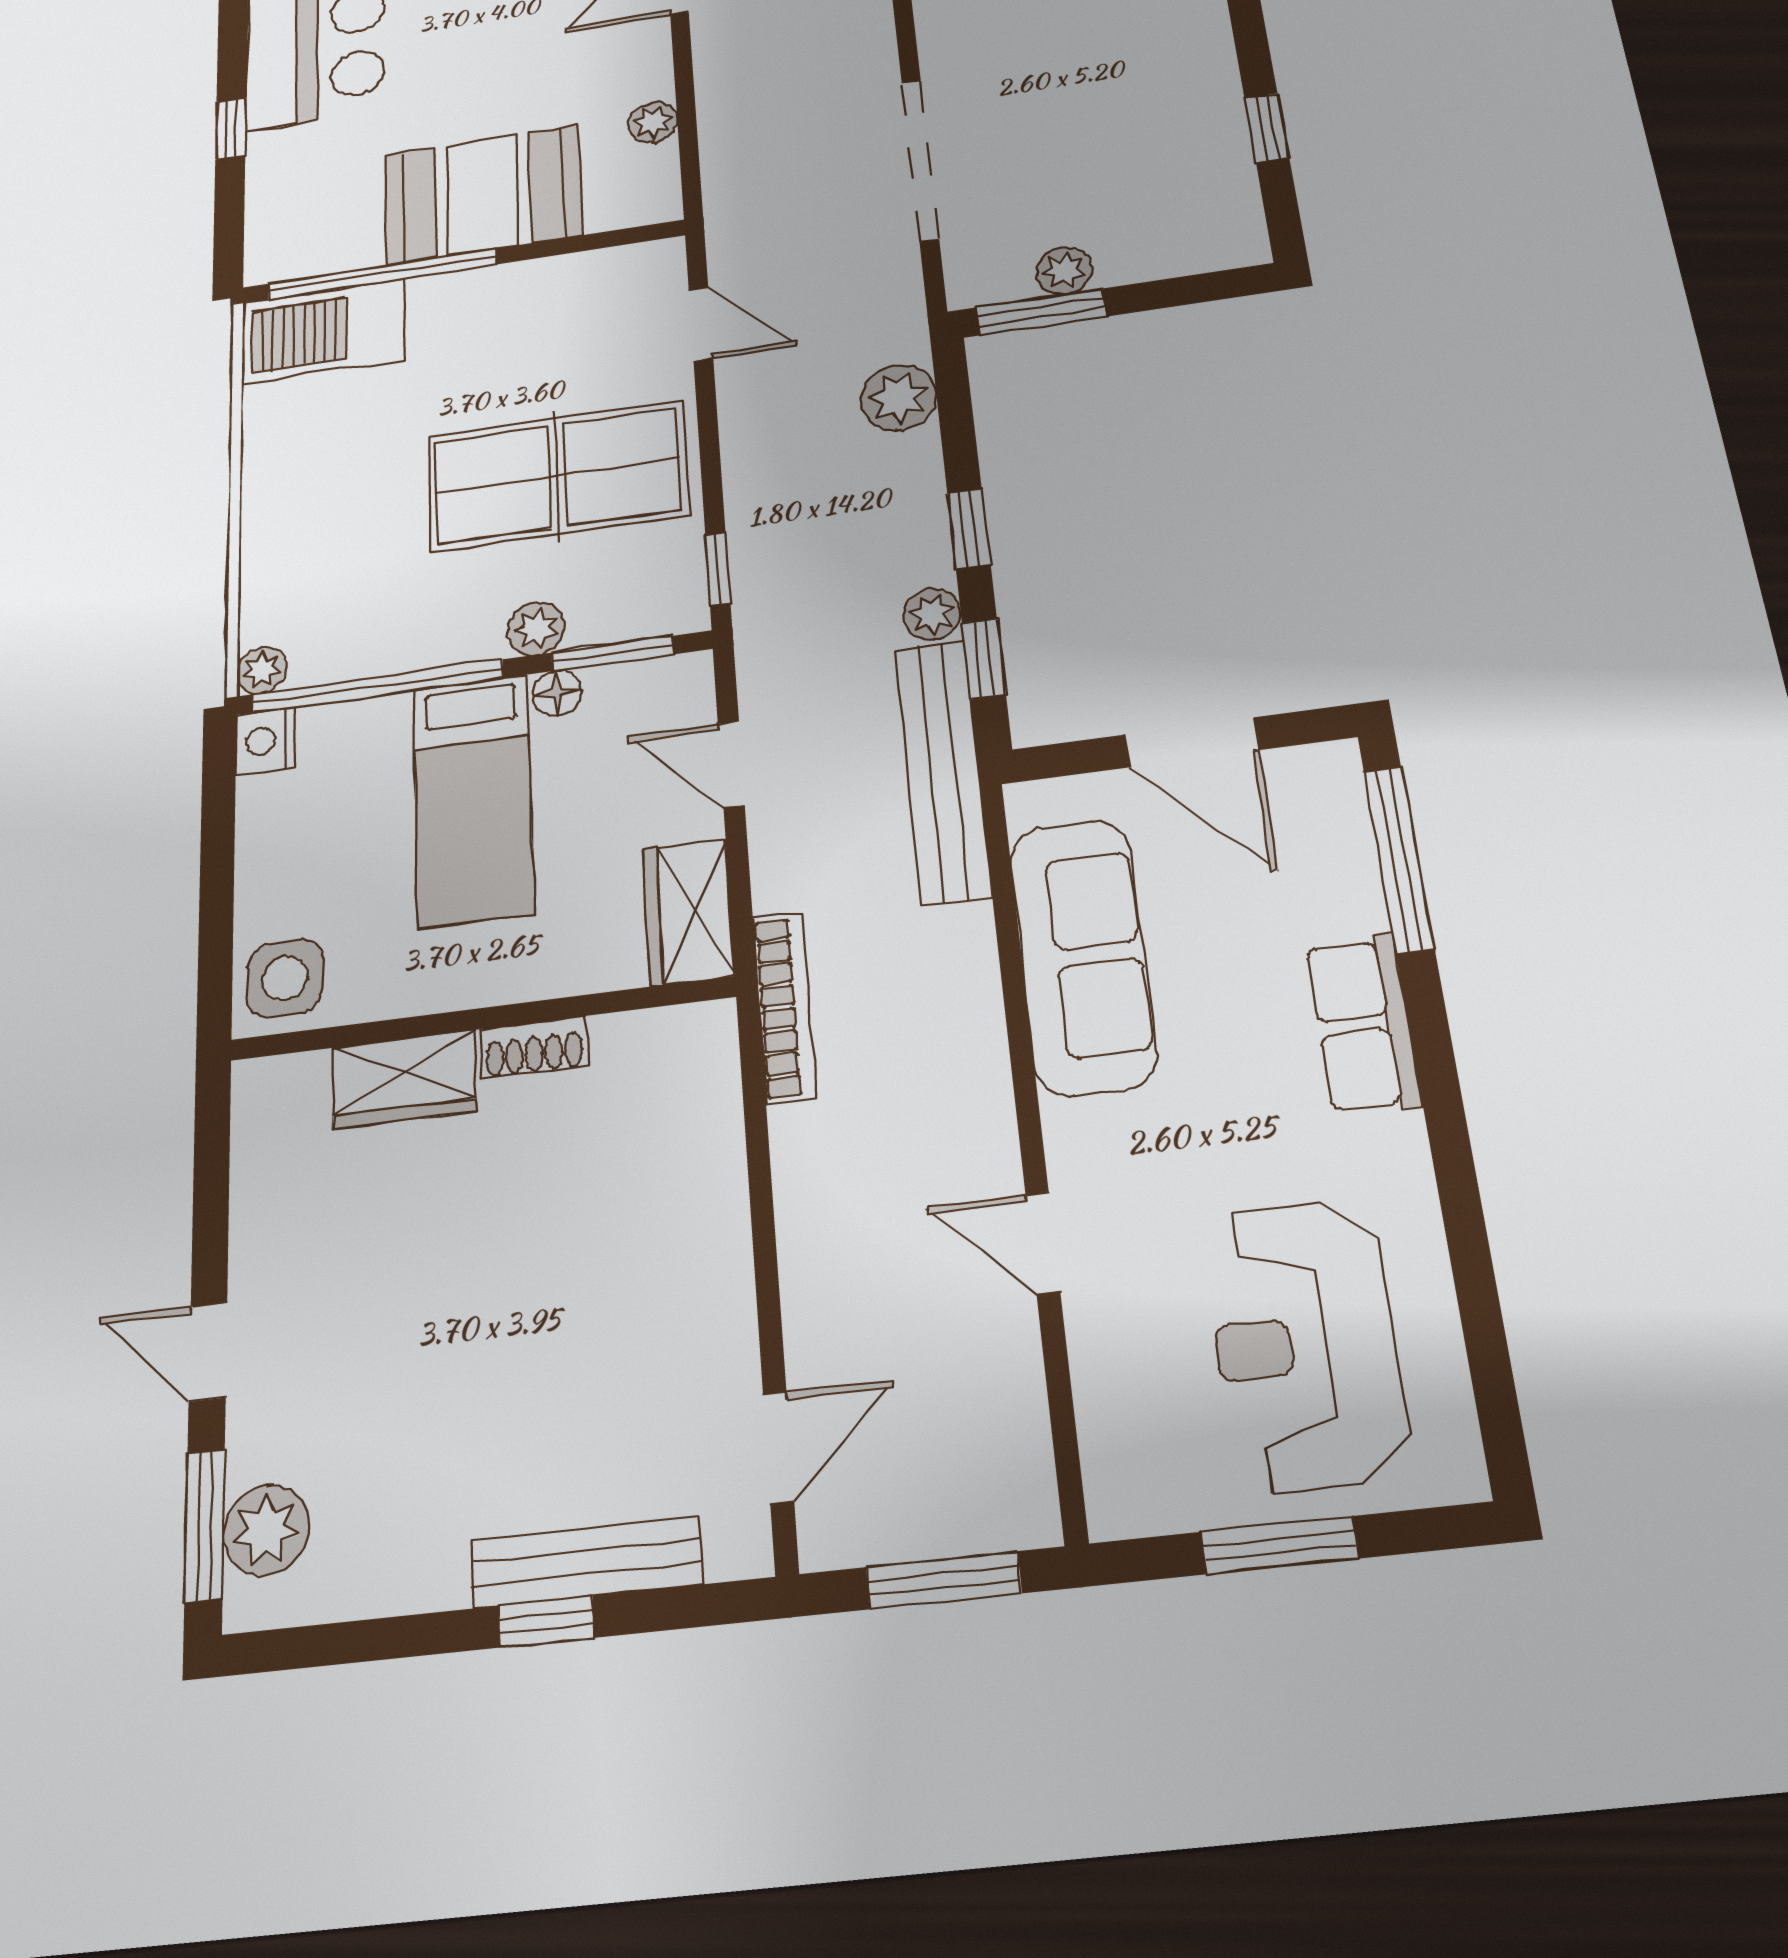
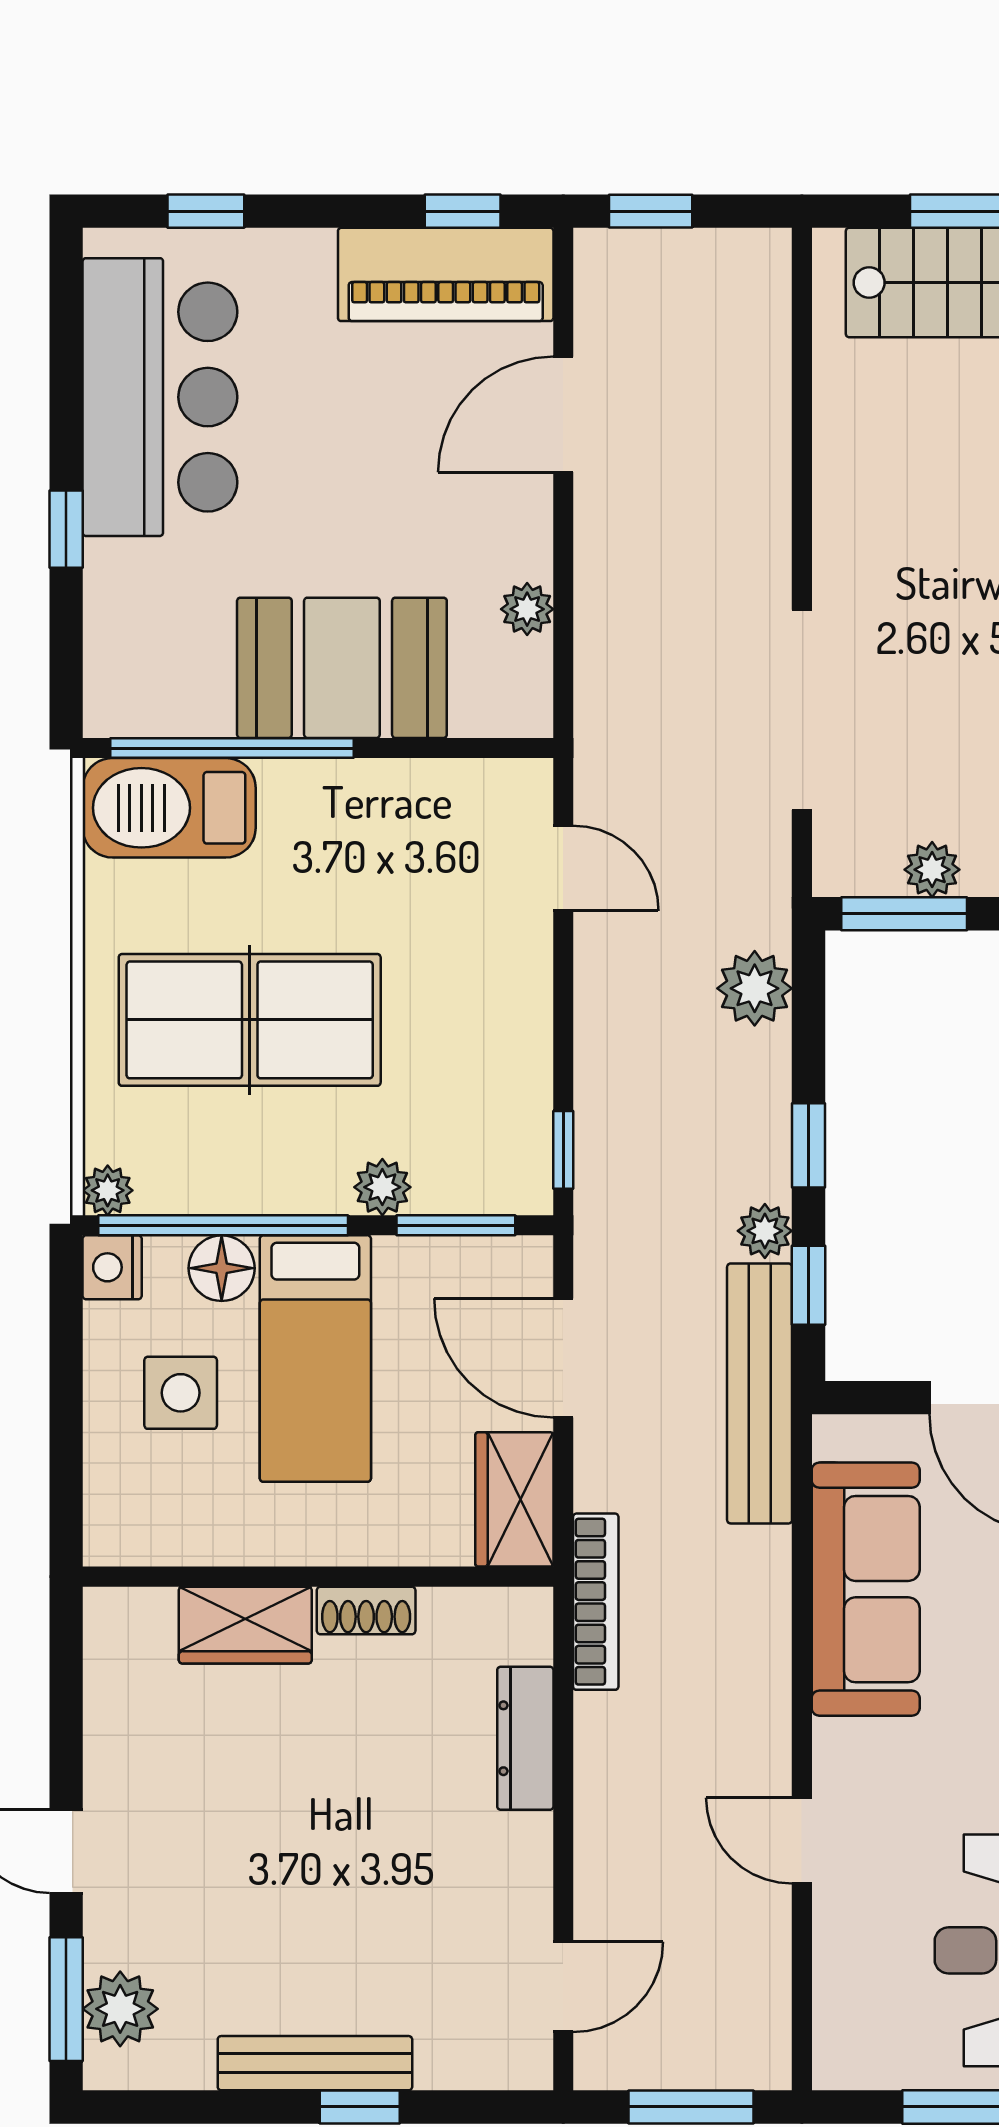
table tennis table: (557, 476) -> (250, 1020), moved
floor lamp: (557, 693) -> (222, 1268), moved, width x1.37, depth x1.37
door: (731, 764) -> (563, 1358), width x1.38
side table: (285, 978) -> (181, 1393), moved
dresser: (716, 1164) -> (525, 1738), added
bench: (586, 1562) -> (315, 2063), moved

